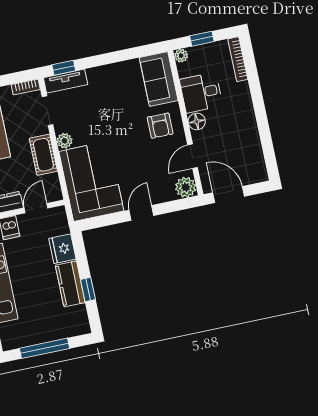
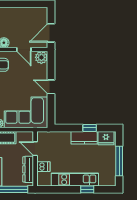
fridge: (62, 249) -> (106, 138), moved

